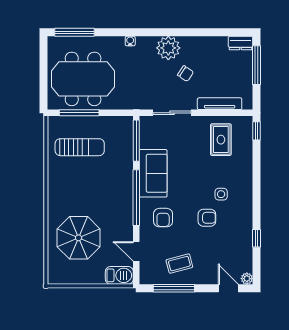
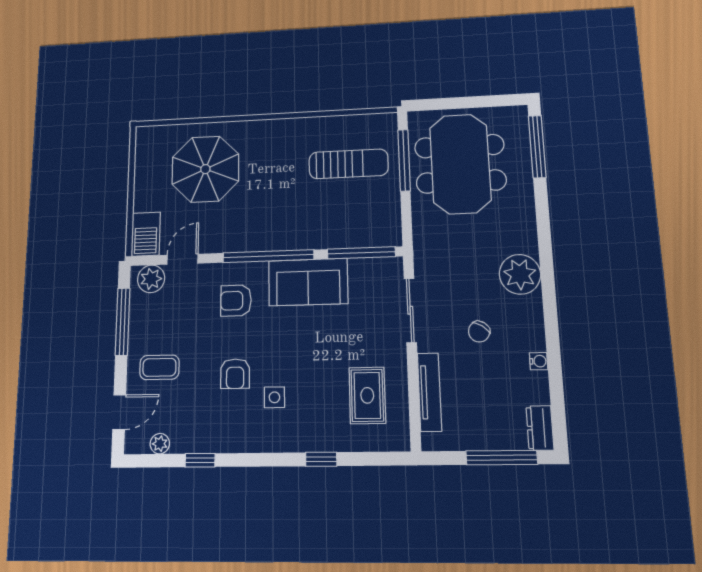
water cooler: (130, 41) -> (539, 361), moved
plant: (168, 48) -> (520, 274), moved
window: (257, 131) -> (321, 459), moved
rug: (221, 140) -> (367, 395), turned 90
sun lounger: (80, 147) -> (348, 164), turned -90
coffee table: (179, 264) -> (159, 367), moved, turned -75
plant: (148, 271) -> (151, 279), added
plant: (247, 279) -> (160, 444), moved

